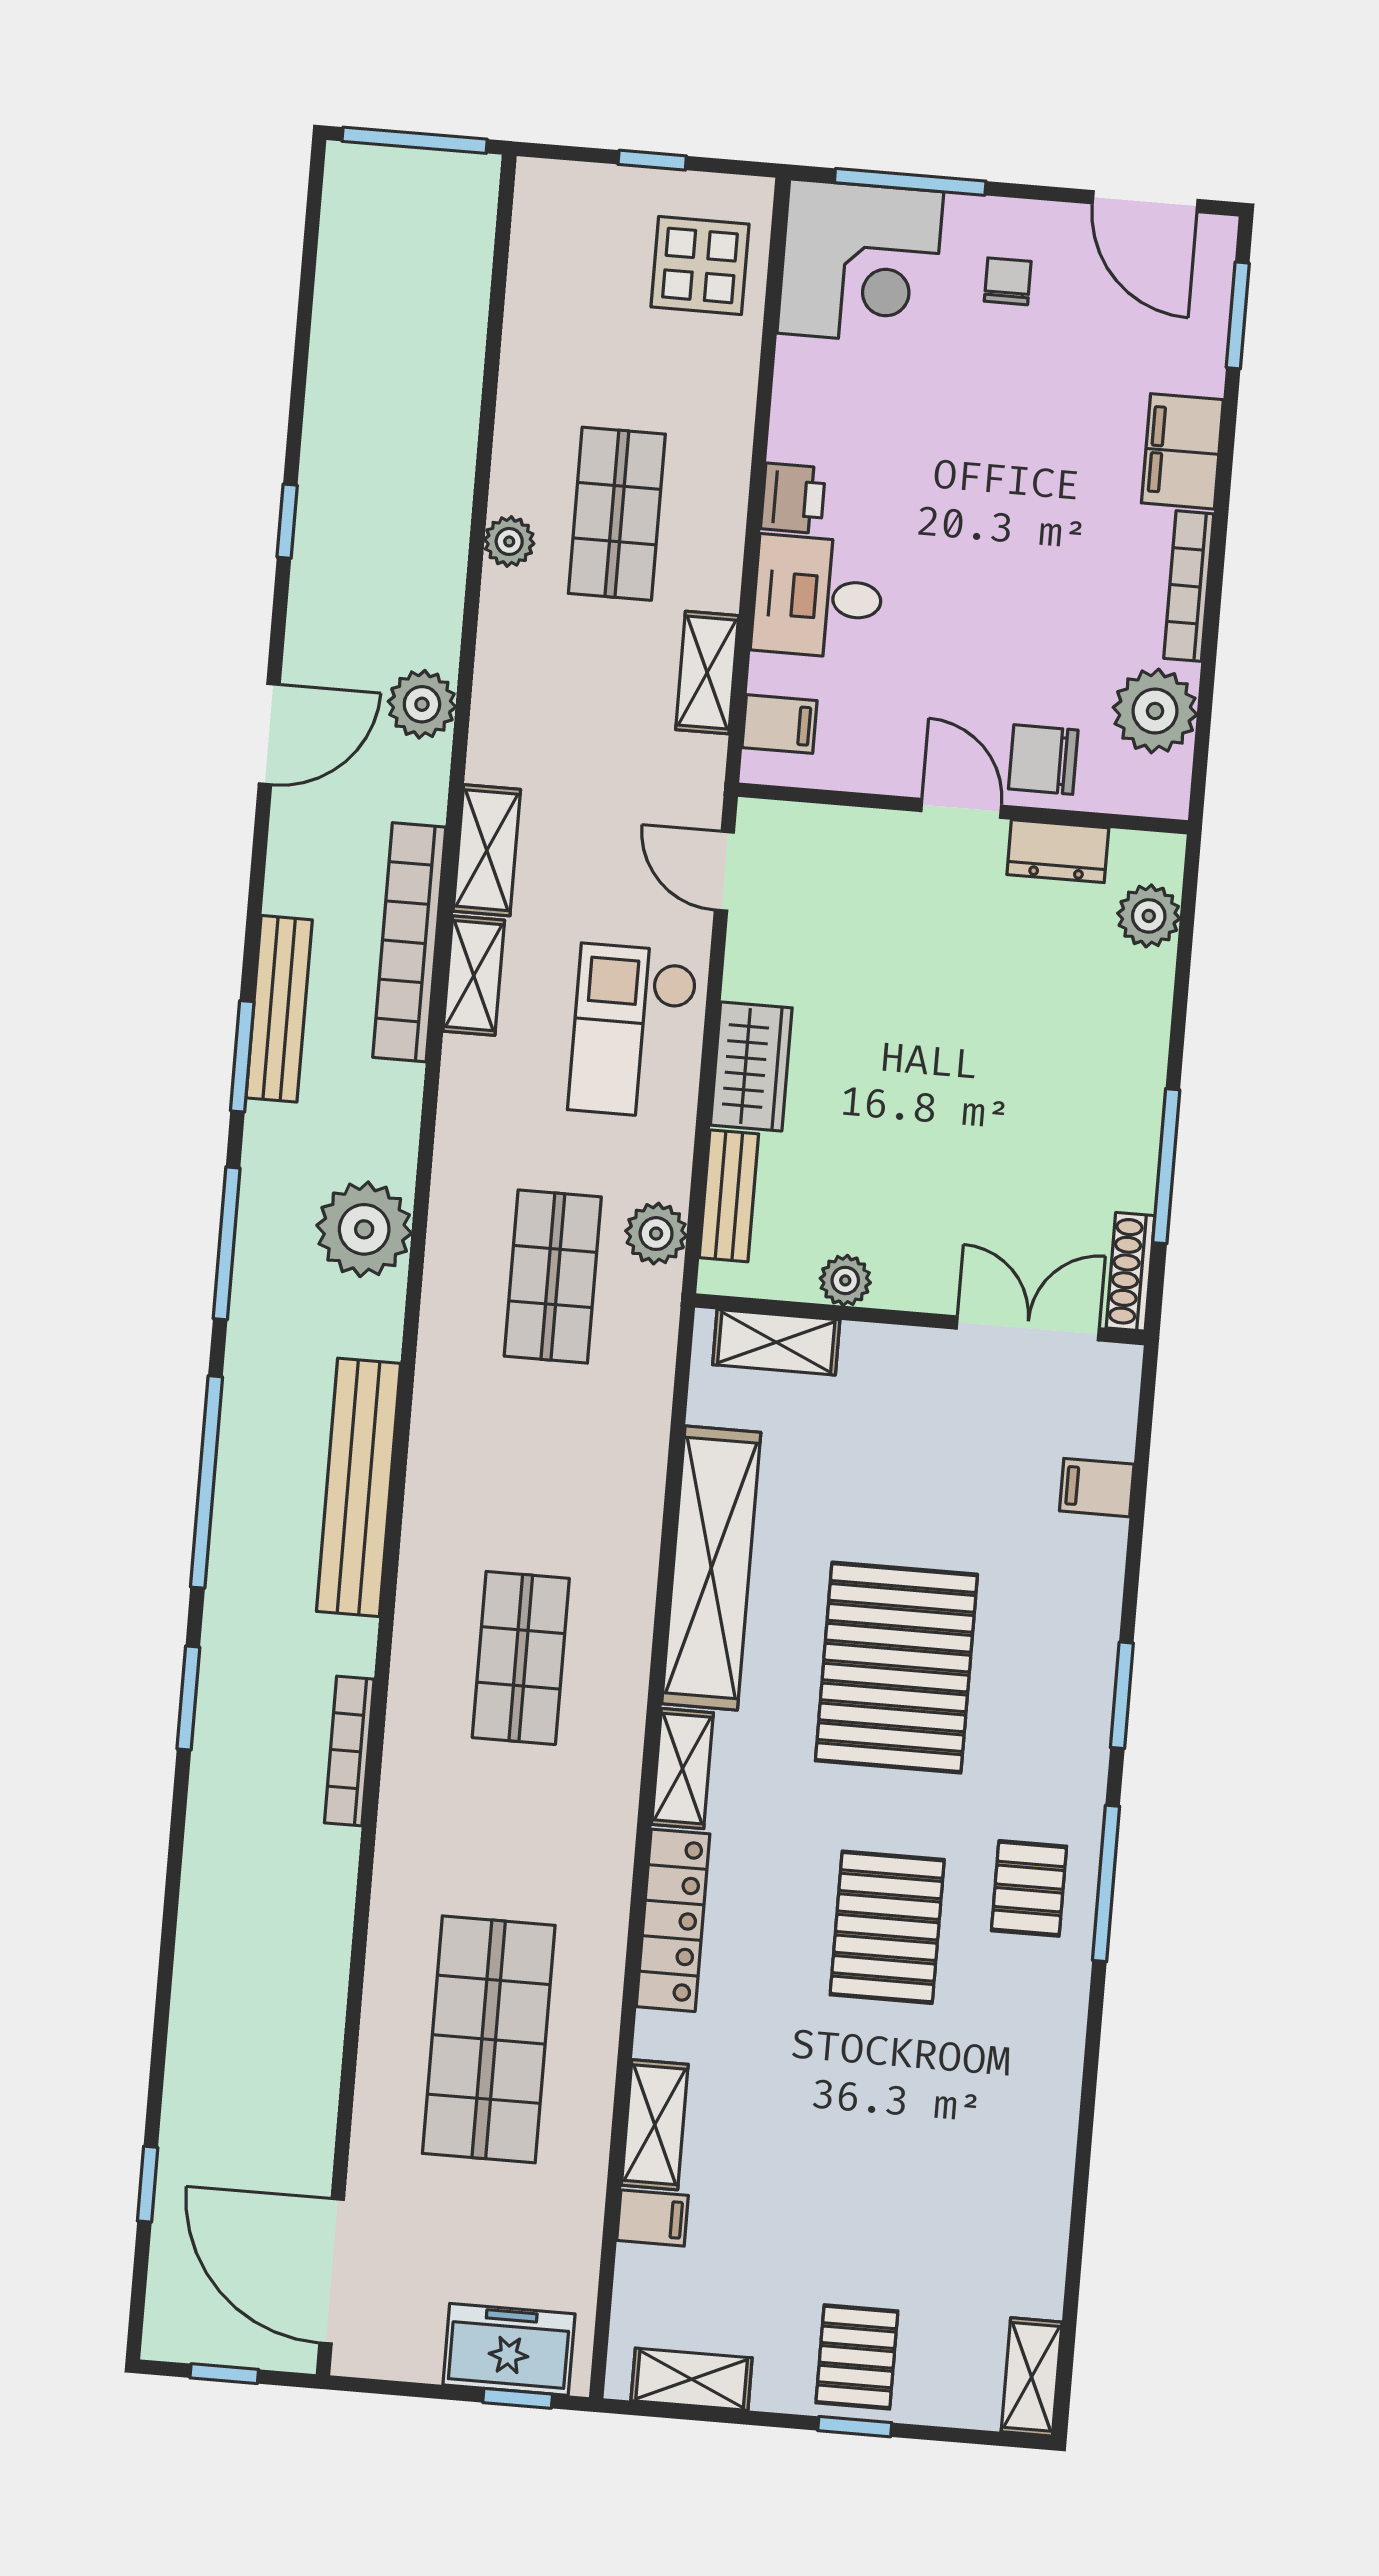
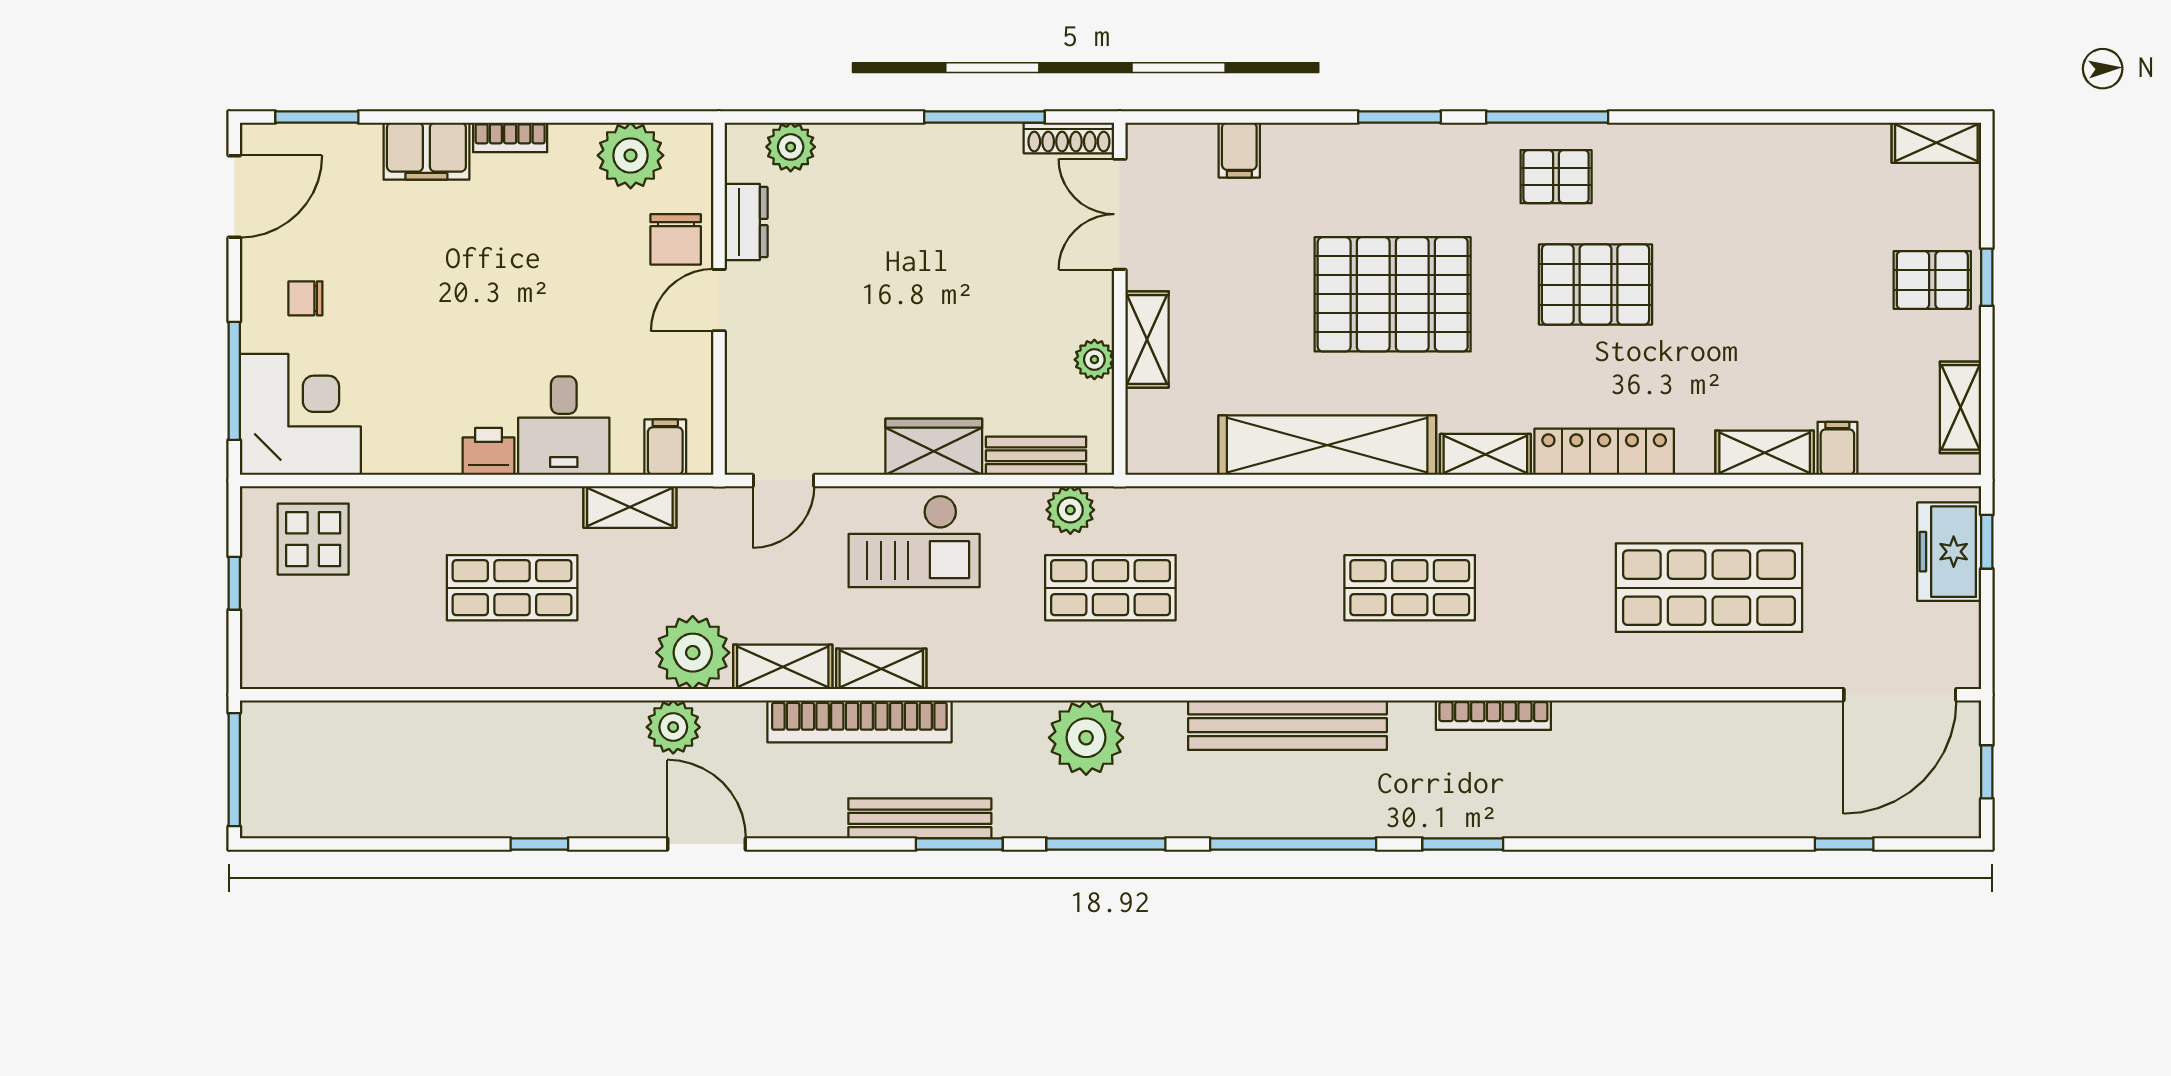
plant: (509, 541) -> (693, 653), moved, width x1.87, depth x1.87
bookcase: (1189, 586) -> (510, 137), width x0.64
shelving: (776, 1342) -> (1147, 339), moved

